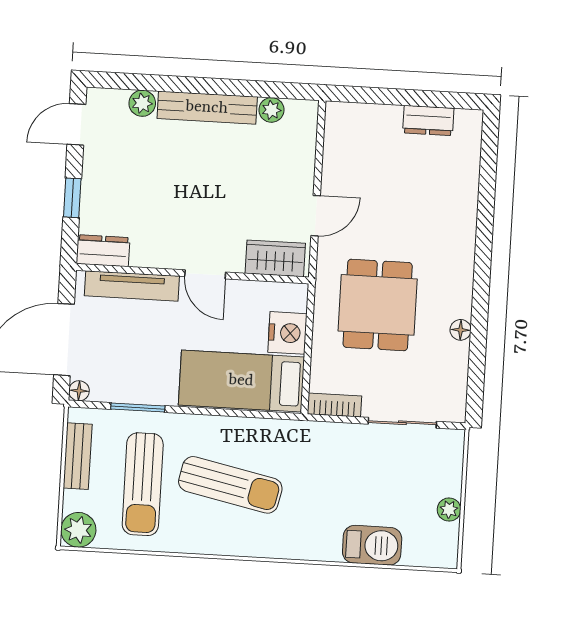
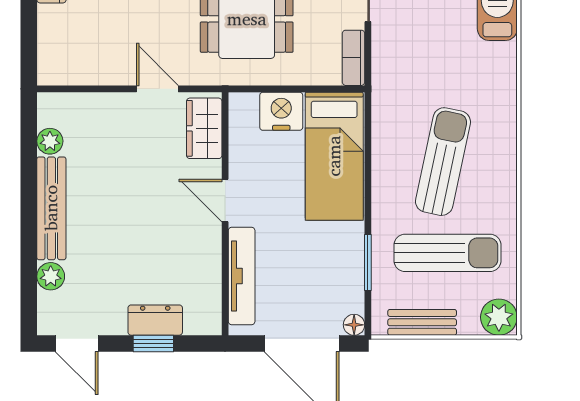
dresser: (103, 251) -> (155, 320), moved, turned 90
door: (205, 274) -> (225, 200), swing flipped

